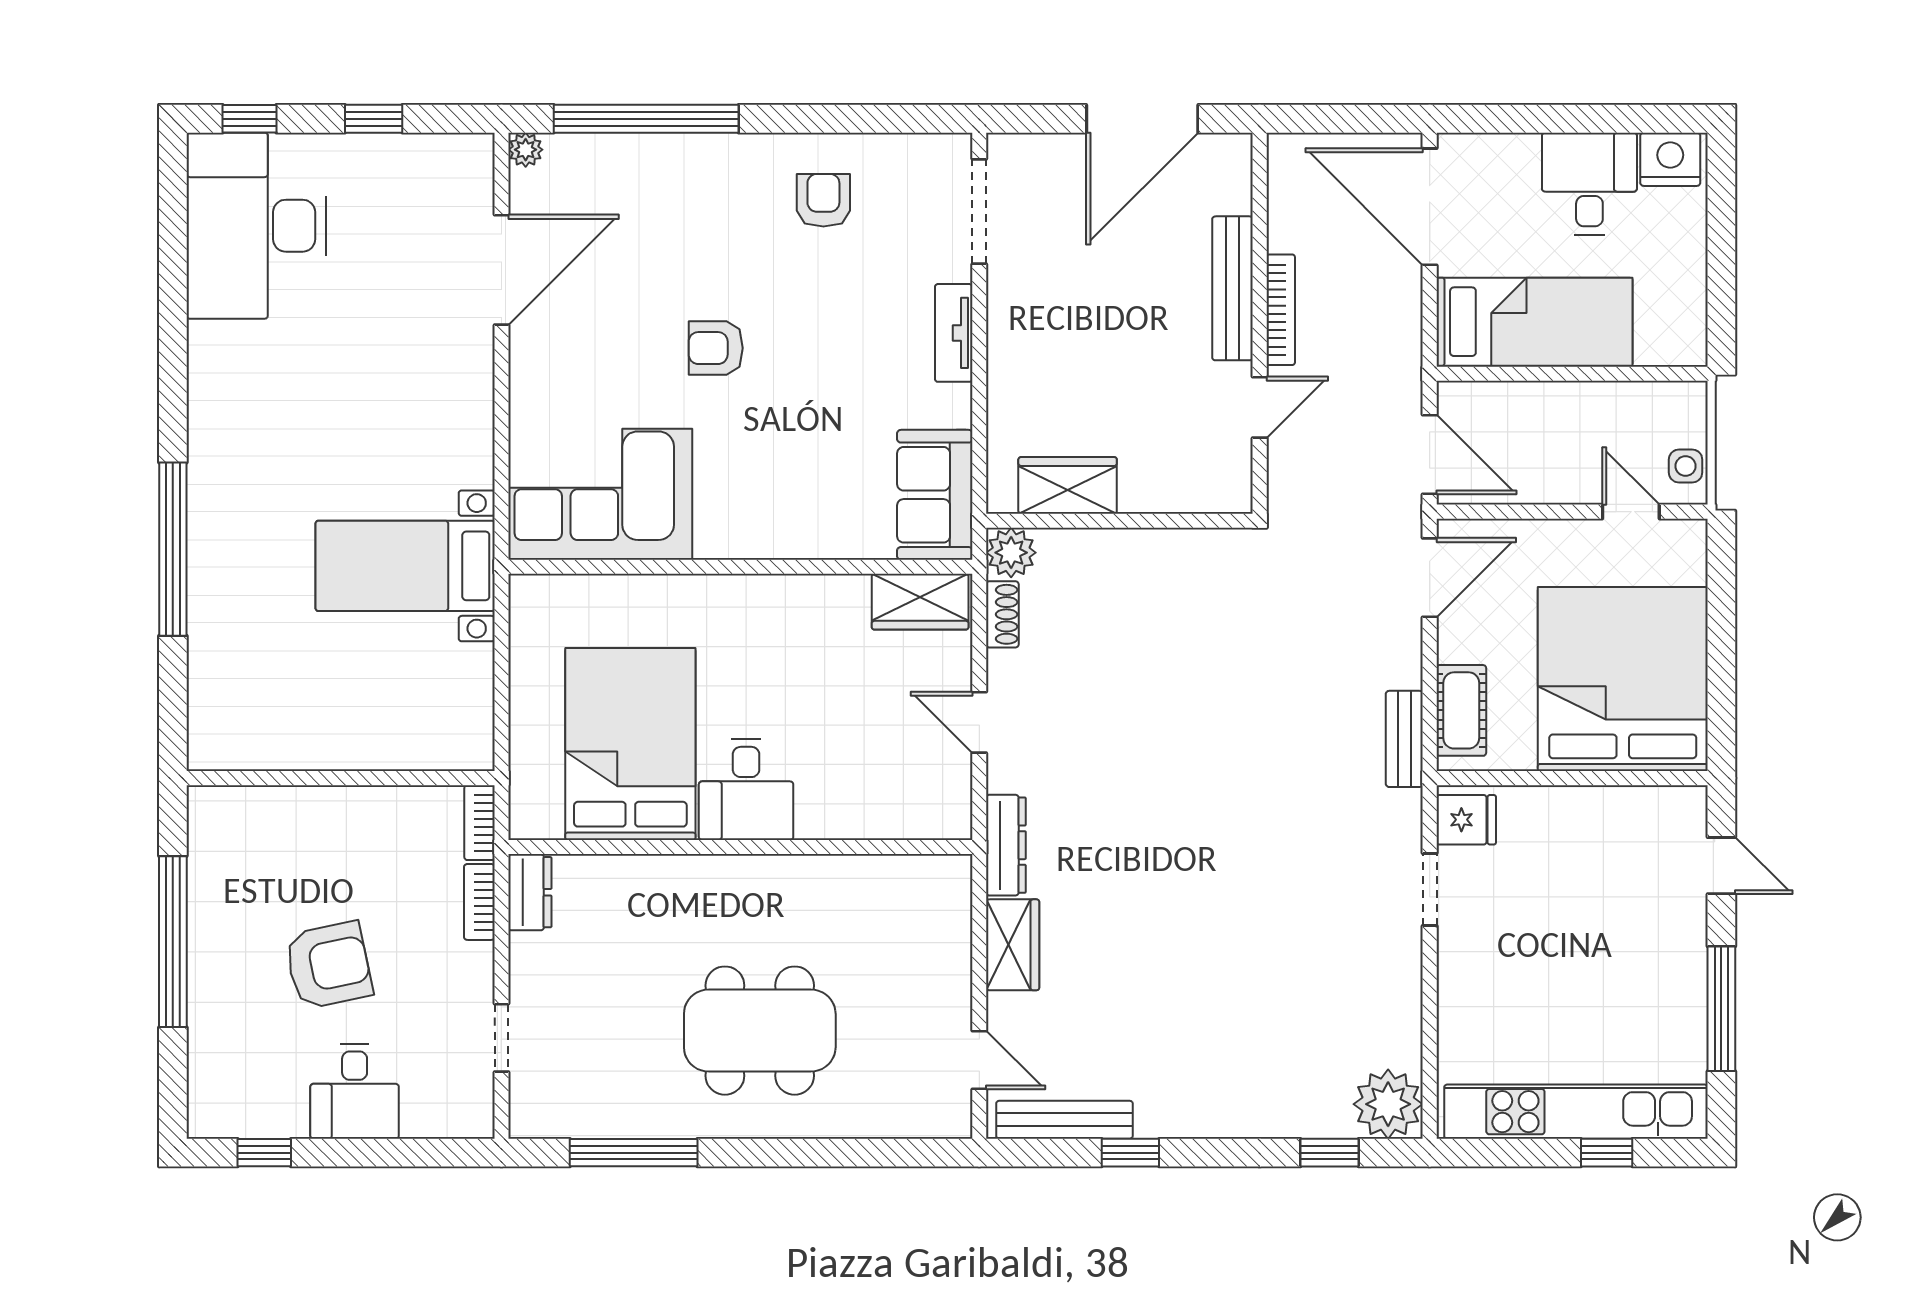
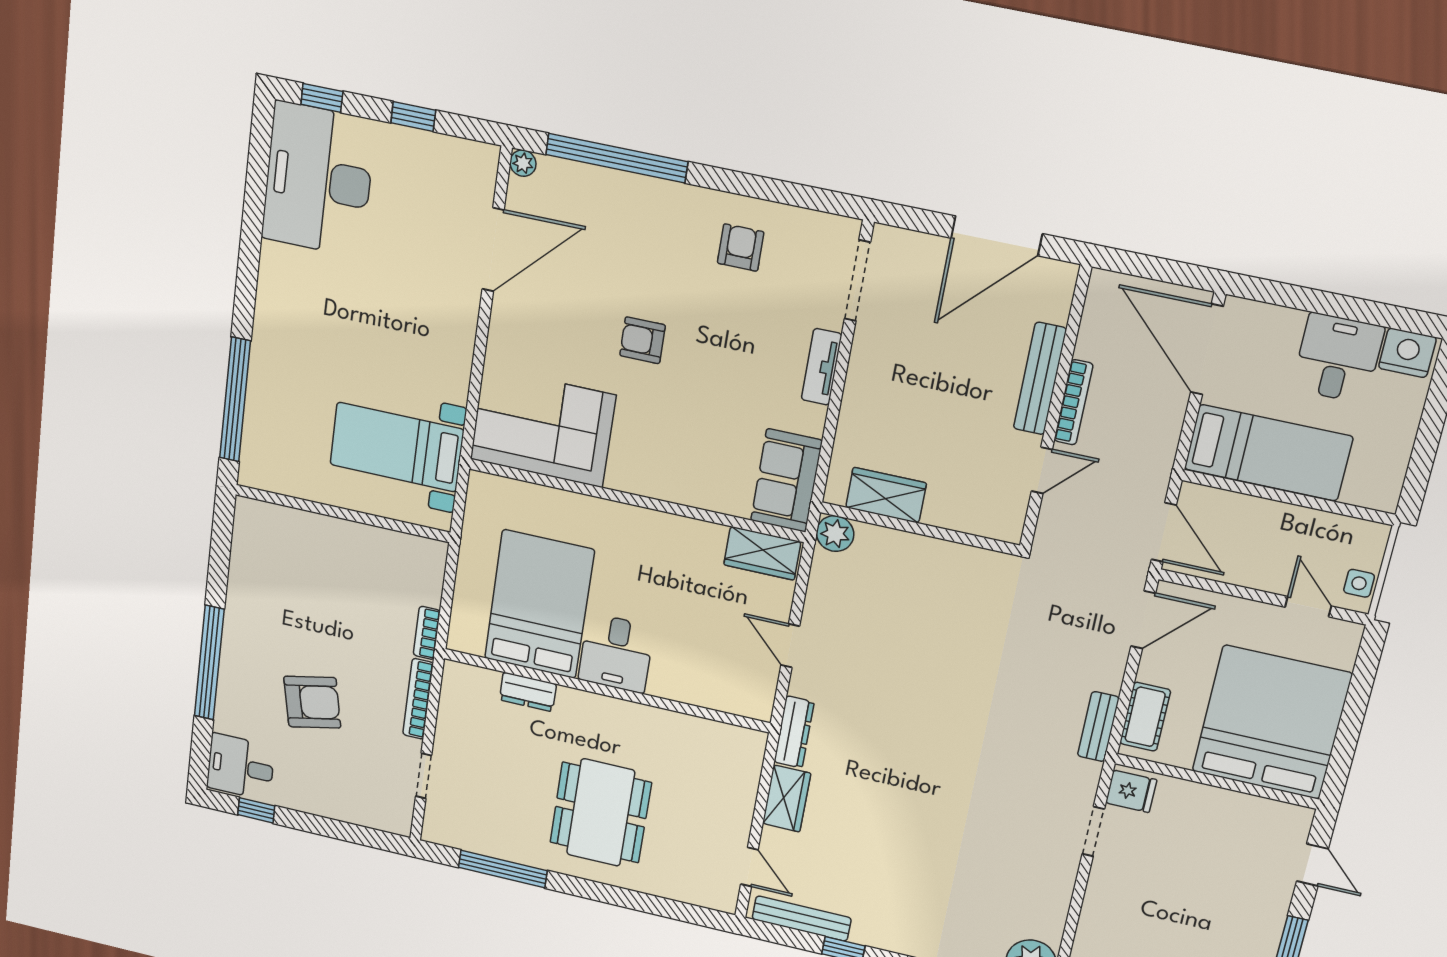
shoe rack: (1002, 614) -> (821, 575), removed
wall: (341, 778) -> (342, 513), moved
dresser: (530, 892) -> (528, 692), moved, turned 90
bookcase: (479, 902) -> (418, 699), width x1.56
dining table: (760, 1031) -> (601, 813), turned 90
desk: (355, 1091) -> (241, 767), moved, turned 90

